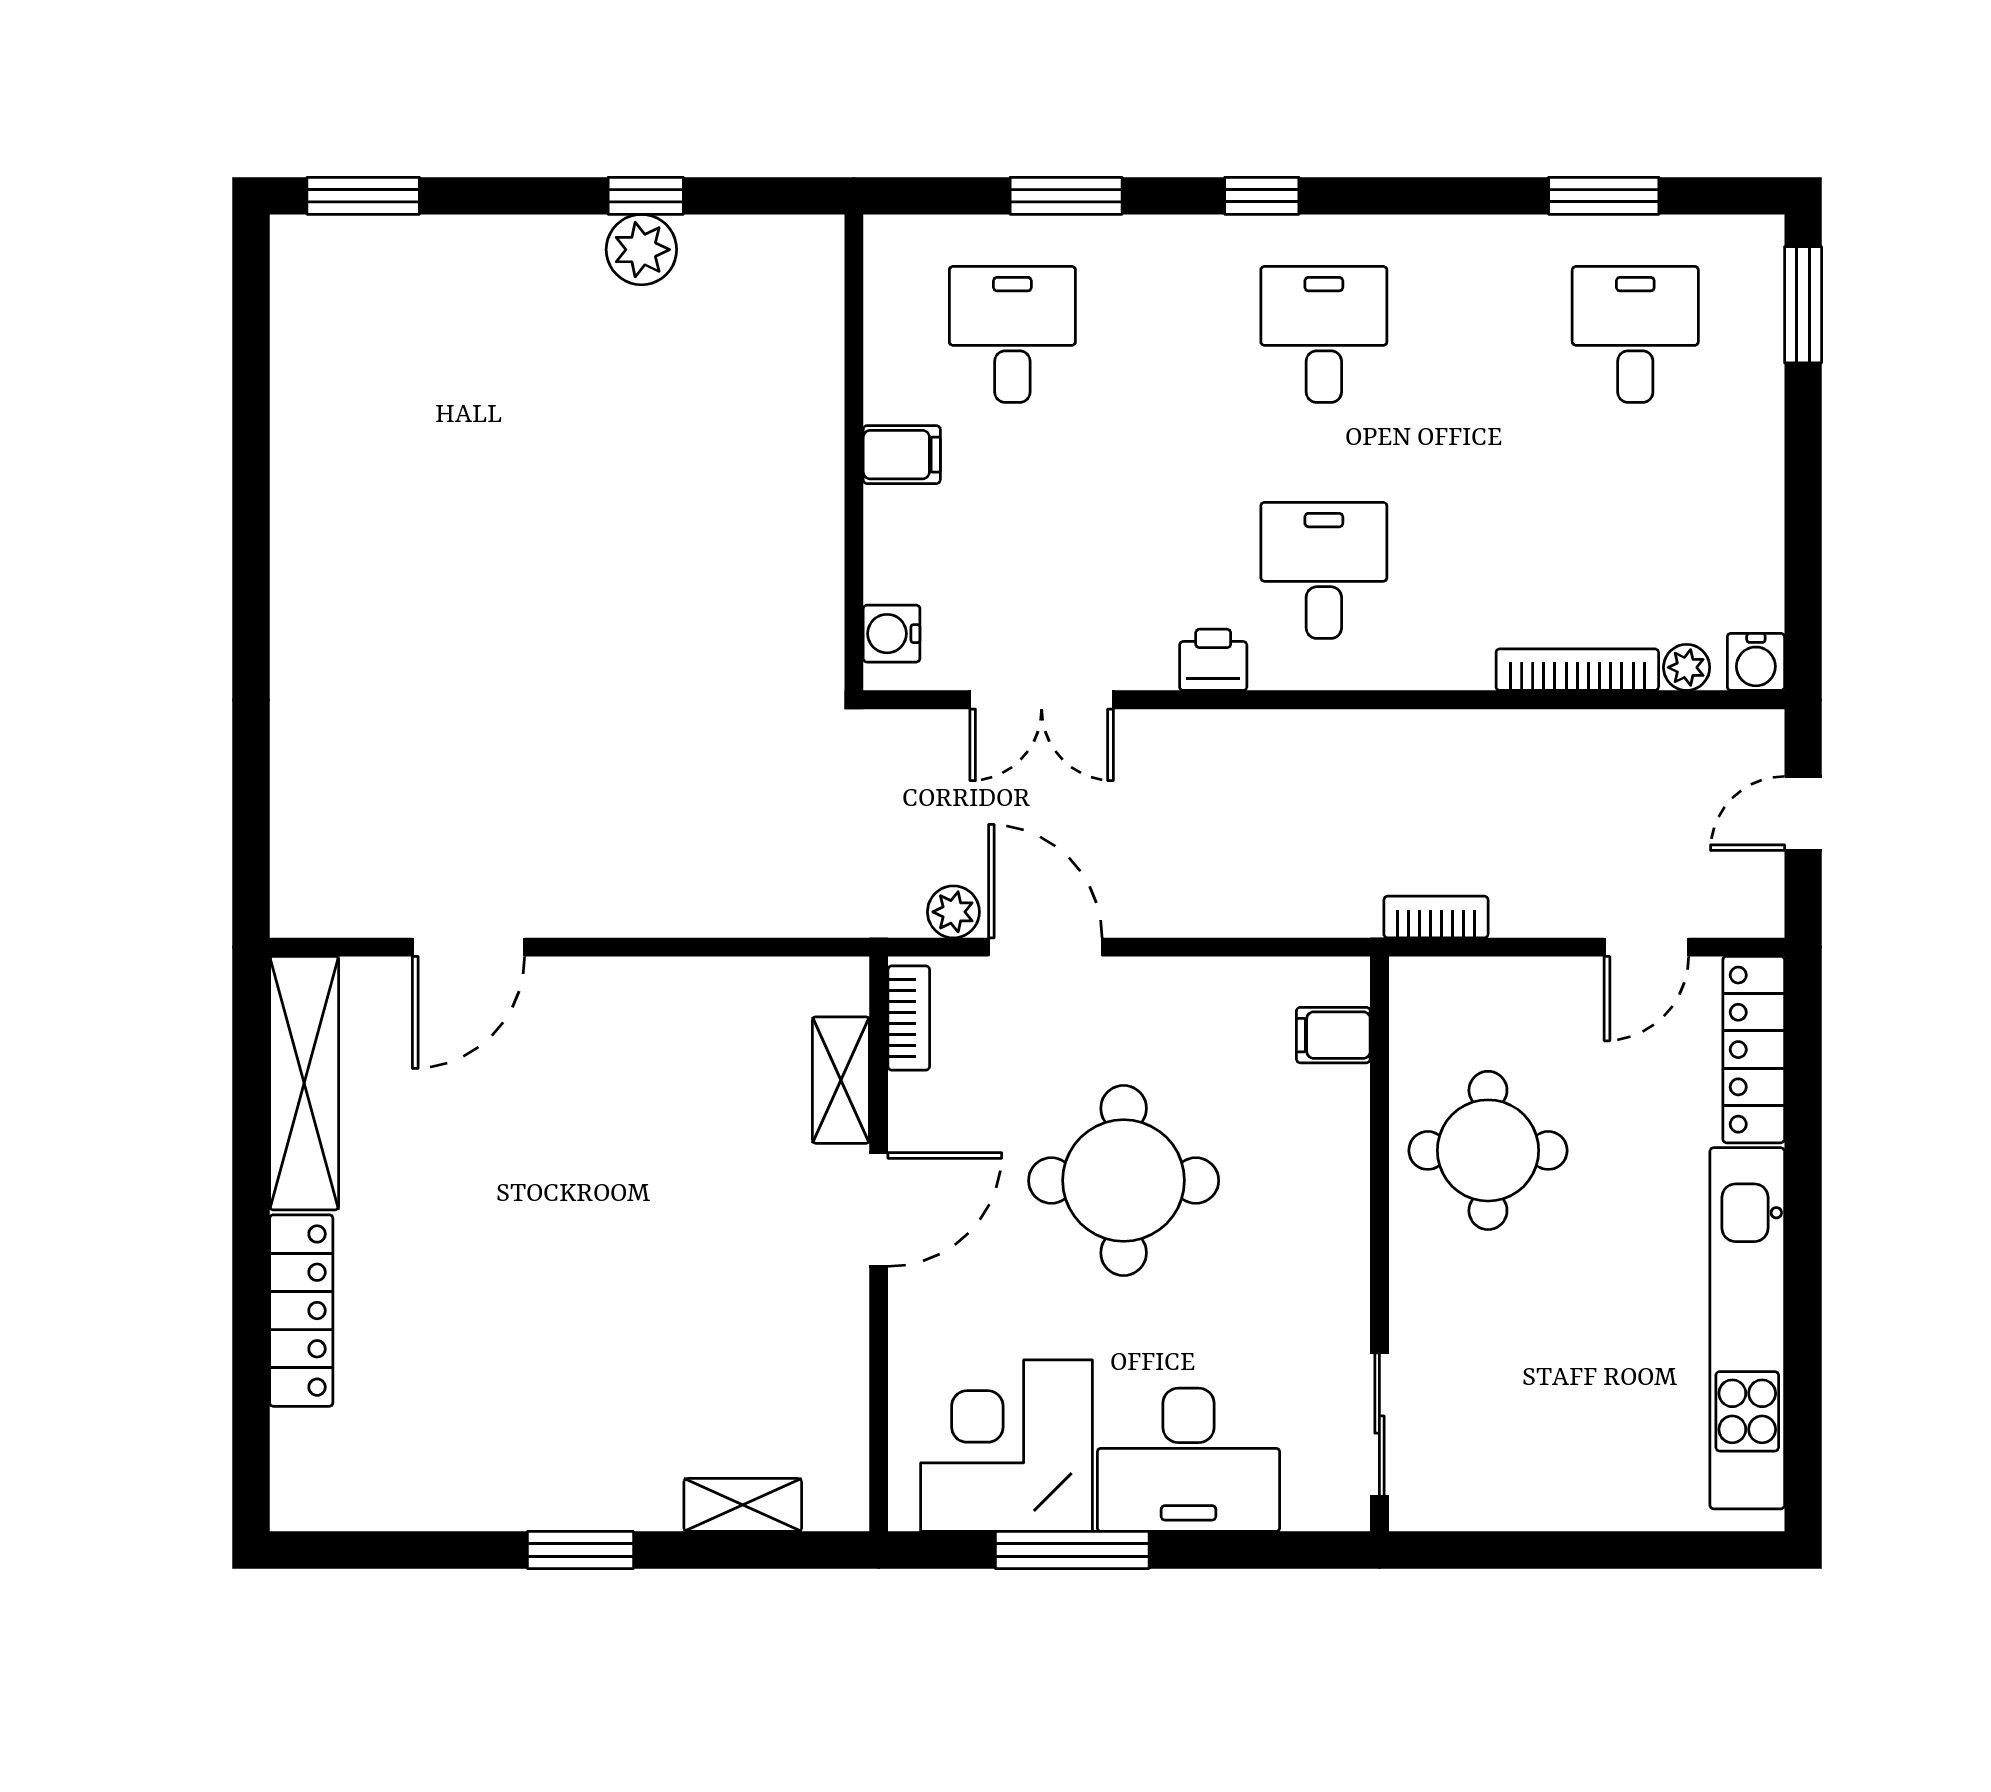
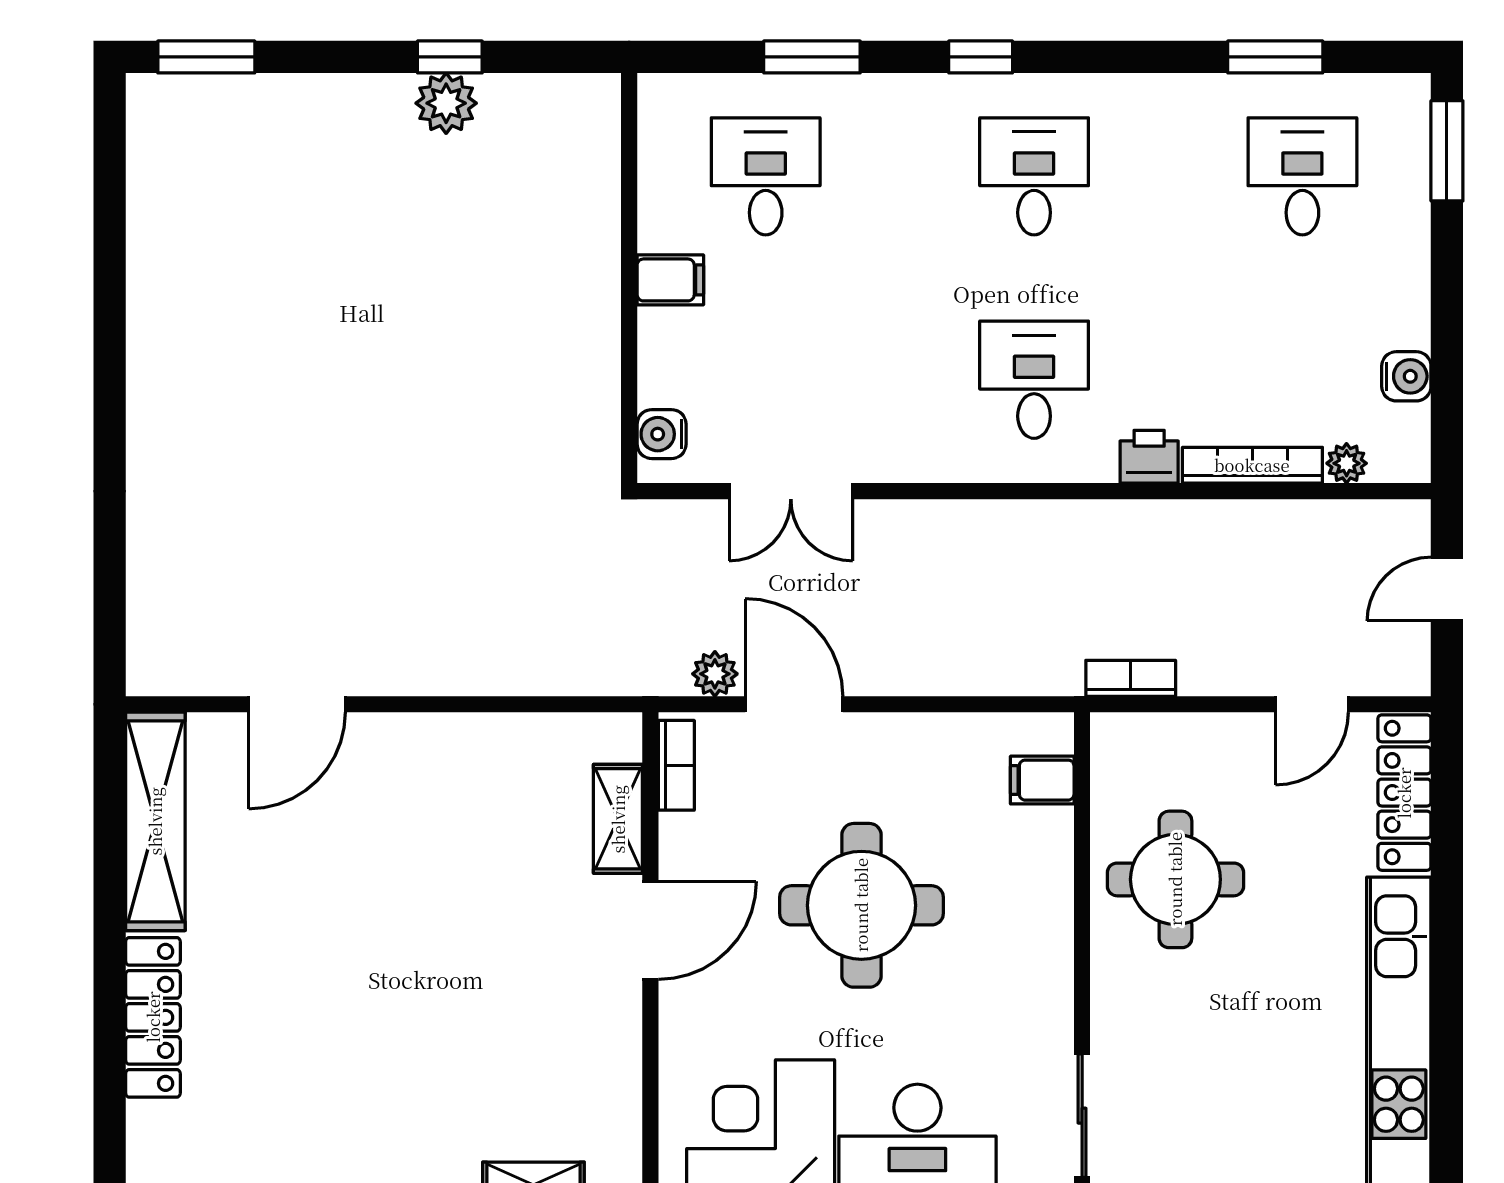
printer: (1213, 660) -> (1149, 457), moved
water cooler: (1756, 662) -> (1406, 376), moved, turned -90

